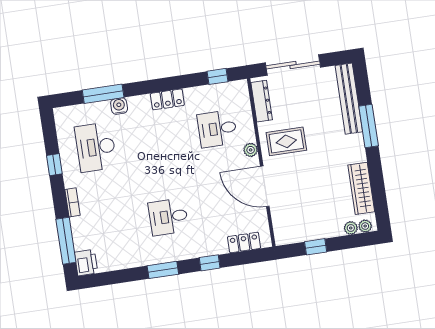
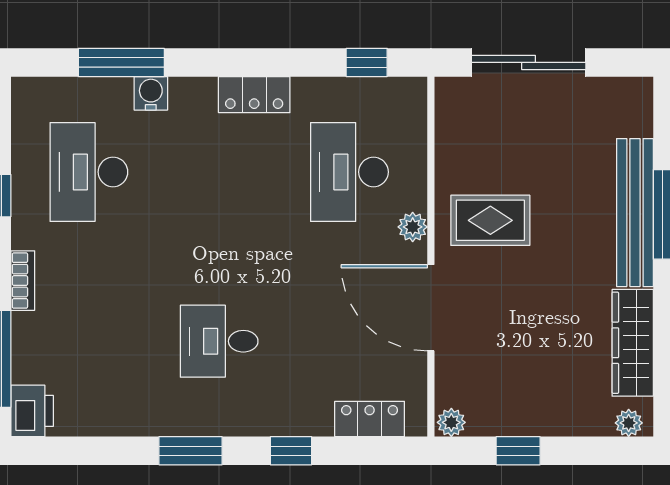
bench: (349, 99) -> (635, 213), moved
dresser: (262, 101) -> (451, 128), removed
desk: (217, 129) -> (349, 172), width x1.37
plant: (351, 228) -> (451, 422), moved

